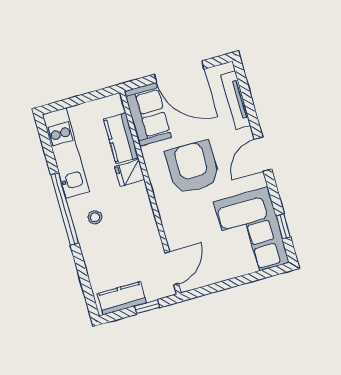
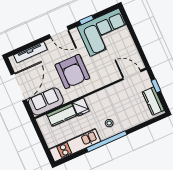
armchair: (192, 167) -> (72, 71), turned -90
window: (283, 226) -> (86, 20), moved

